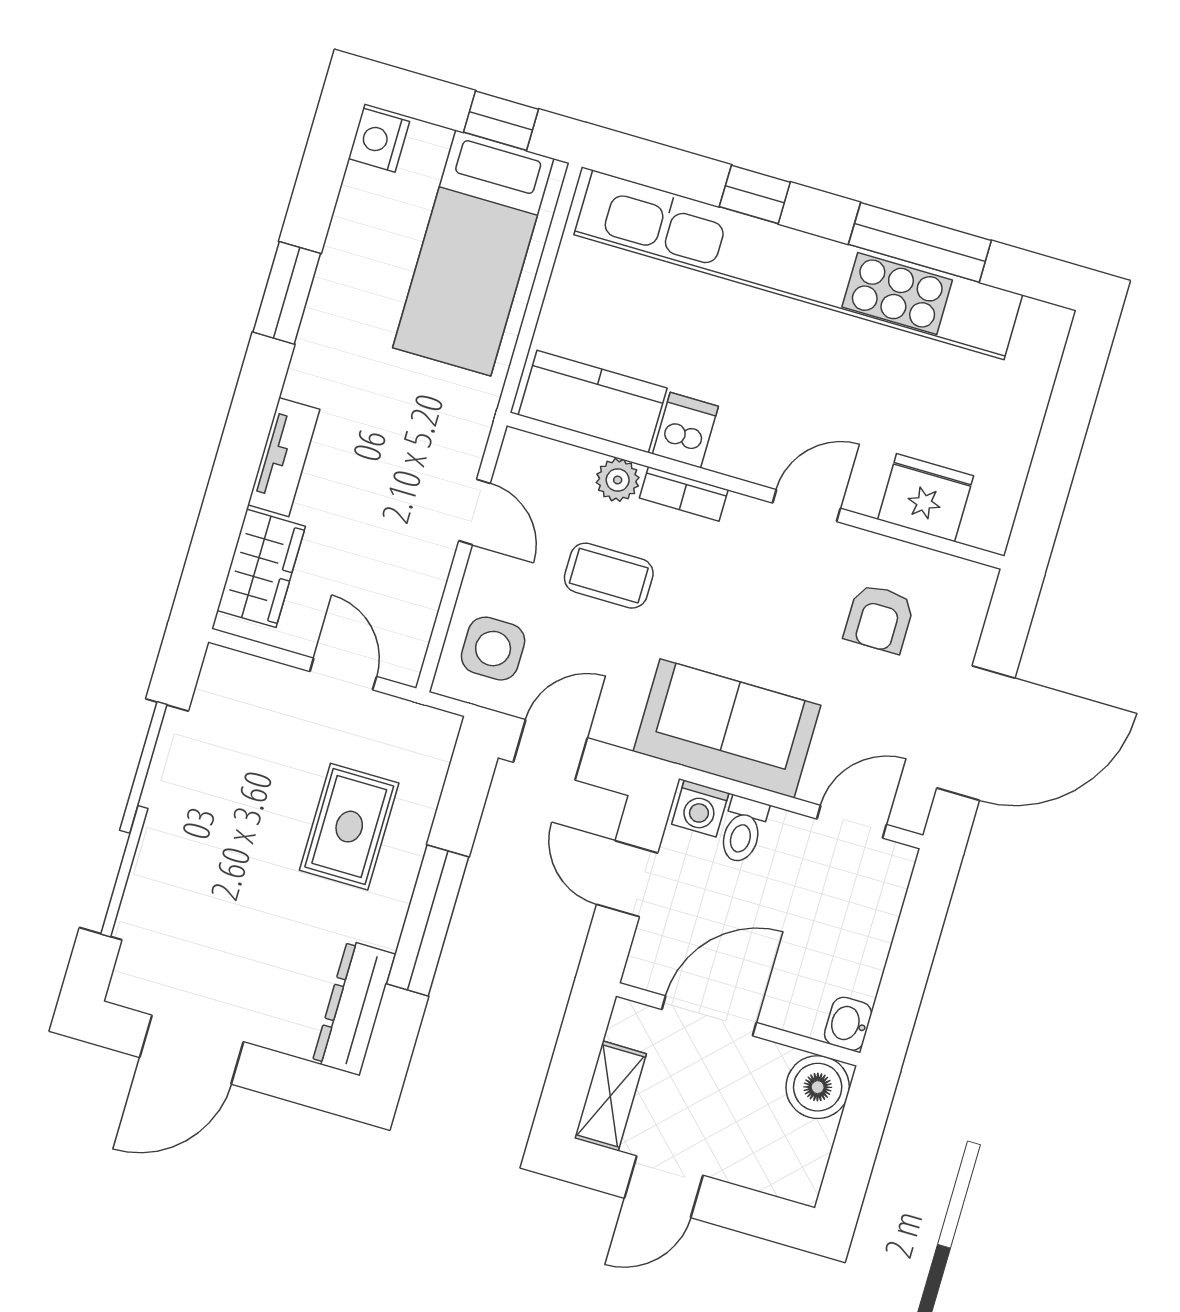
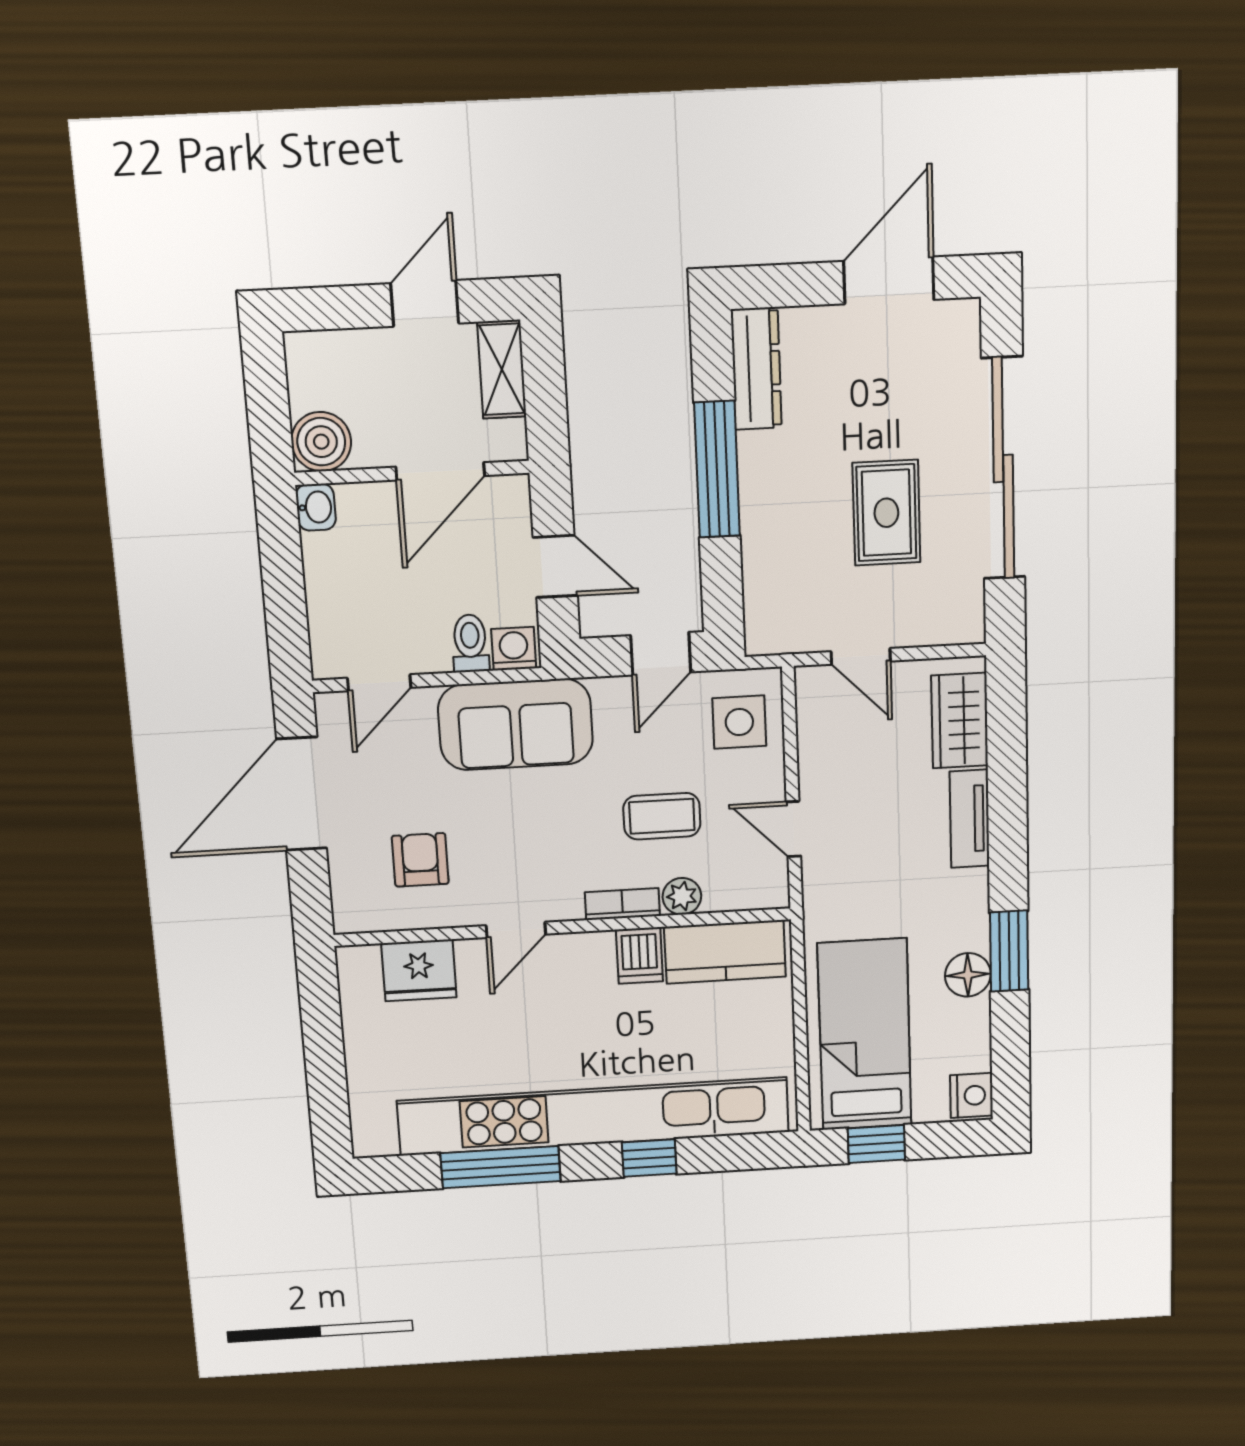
floor lamp: (340, 282) -> (968, 975), added
rug: (349, 827) -> (886, 513), moved

